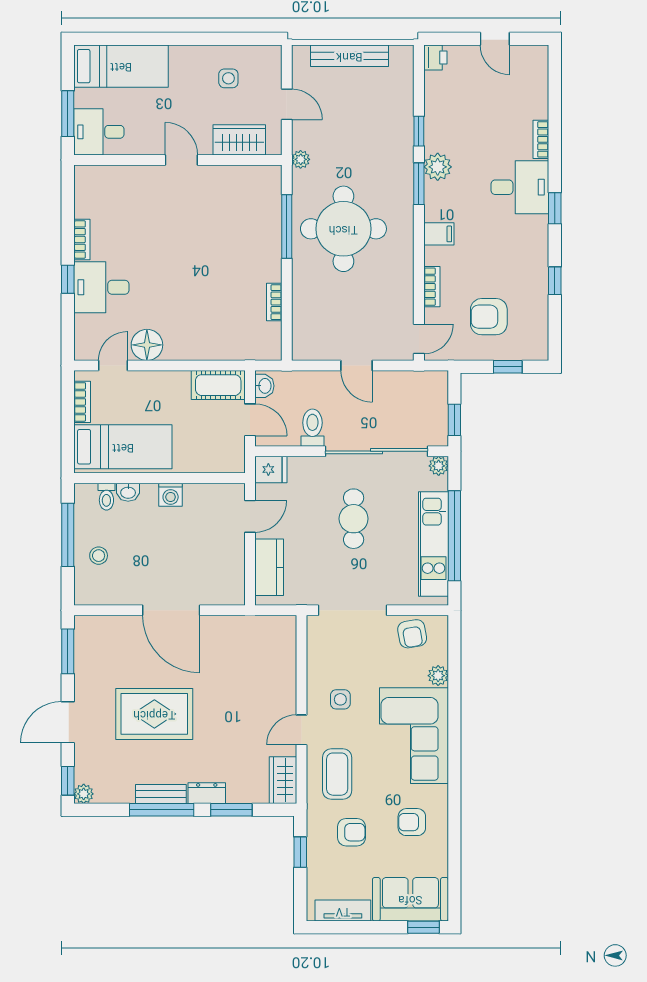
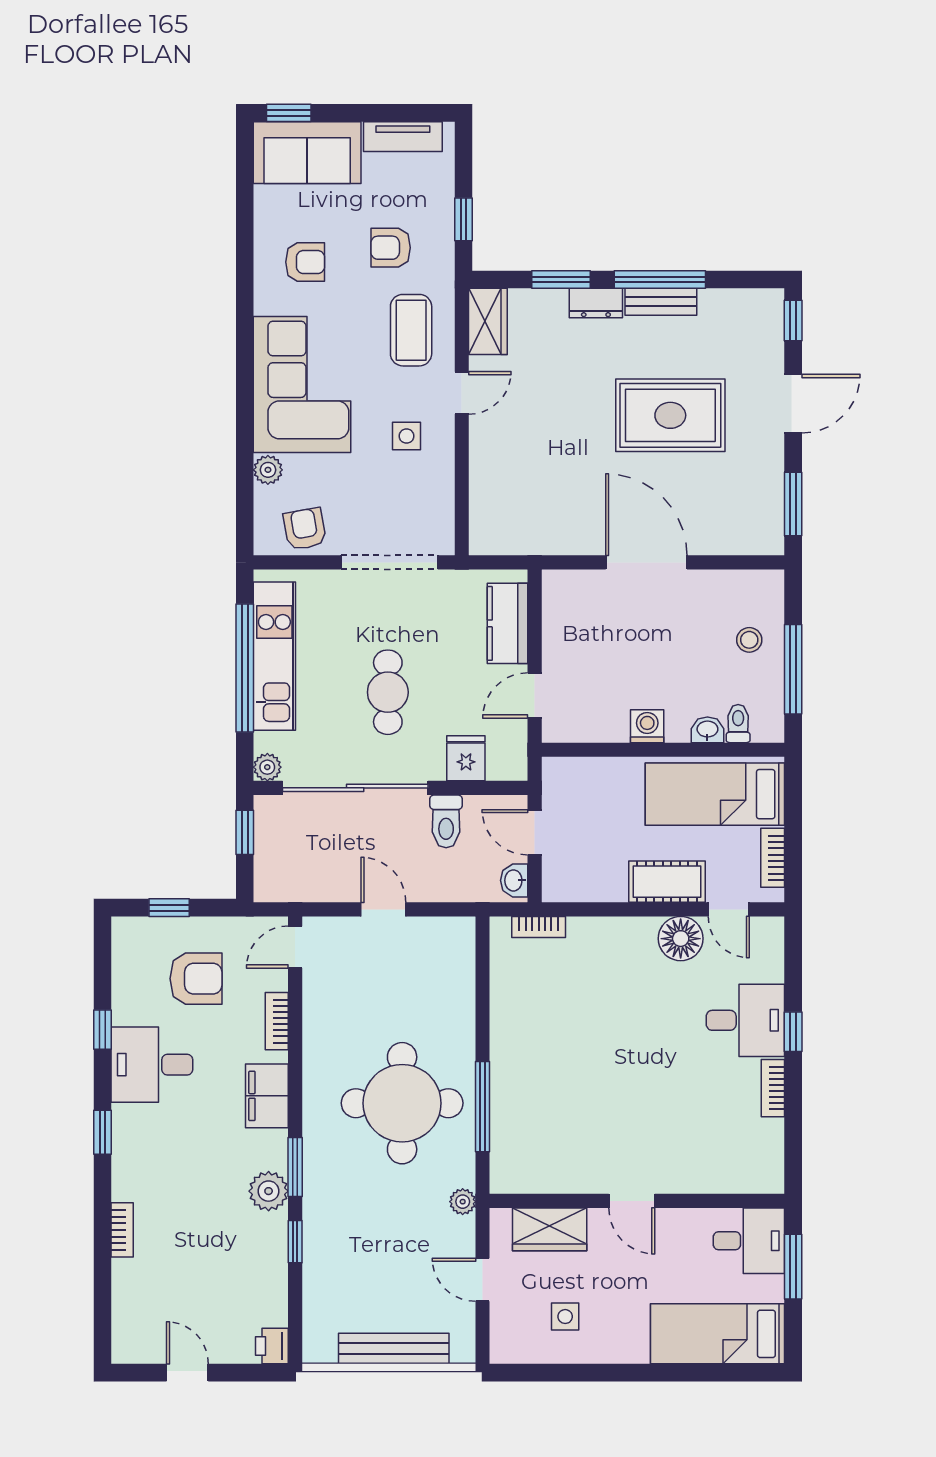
desk: (520, 187) -> (152, 1065), moved
filing cabinet: (439, 234) -> (267, 1096), width x2.00
bookcase: (274, 302) -> (539, 927), moved, turned 90
door: (113, 366) -> (729, 909), hinge flipped
cot: (218, 385) -> (667, 882), moved
fridge: (271, 469) -> (466, 758), moved, turned 90
plant: (84, 794) -> (770, 302), removed

